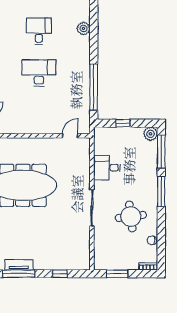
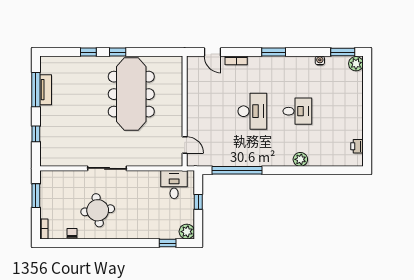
window: (161, 152) -> (168, 243), width x0.46
desk: (107, 168) -> (174, 185), moved
window: (161, 191) -> (125, 243), removed

